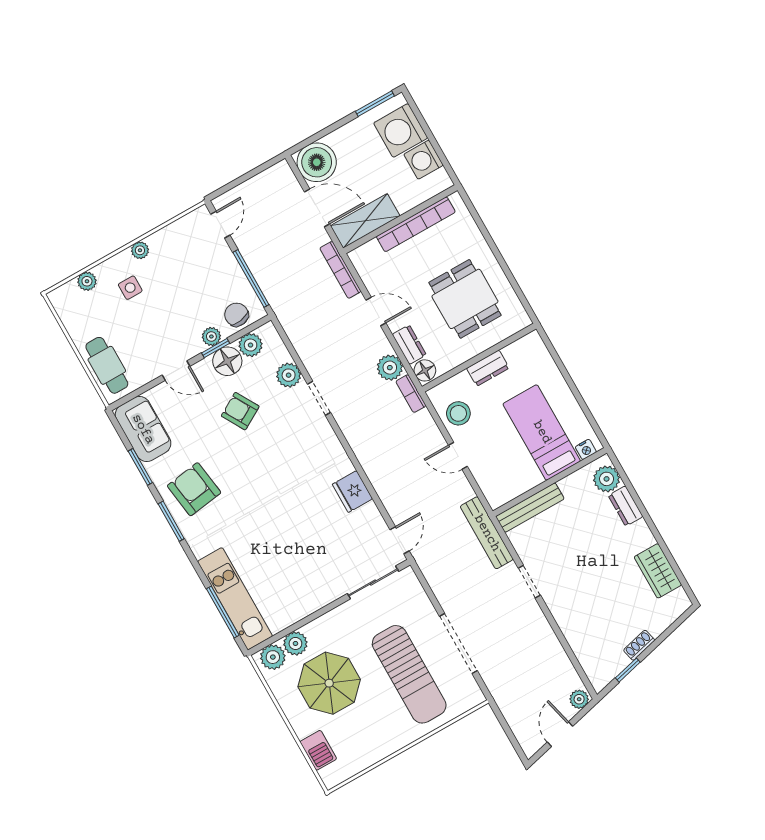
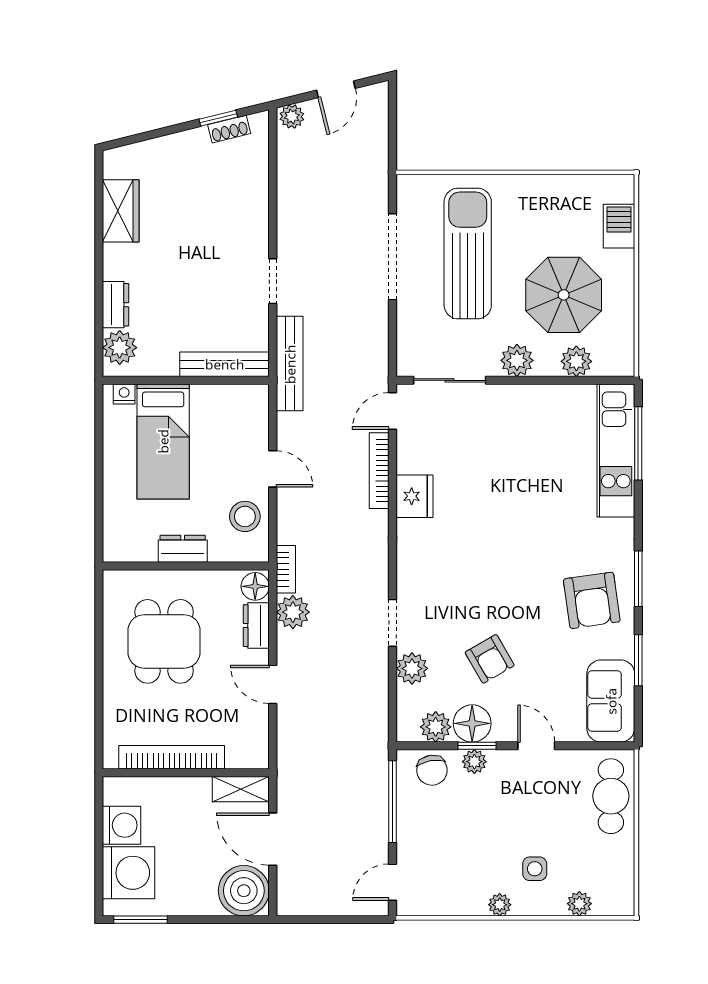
shelving: (365, 221) -> (241, 789), width x0.67, depth x0.75
bookcase: (340, 270) -> (379, 471), moved, turned 180
shoe rack: (639, 645) -> (229, 129), moved
plant: (273, 657) -> (517, 360), moved

